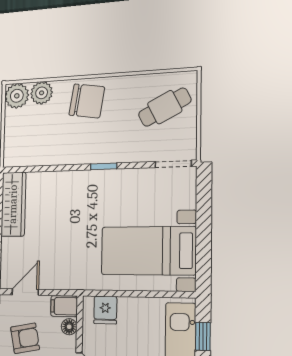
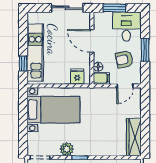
plant: (126, 180) -> (67, 149), added

